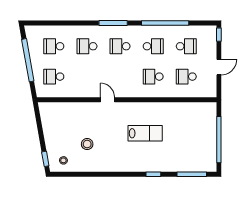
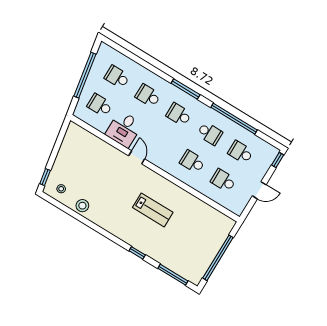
school desk: (186, 46) -> (241, 152), turned 180
desk: (84, 84) -> (124, 129), added
stool: (87, 144) -> (82, 206), moved

